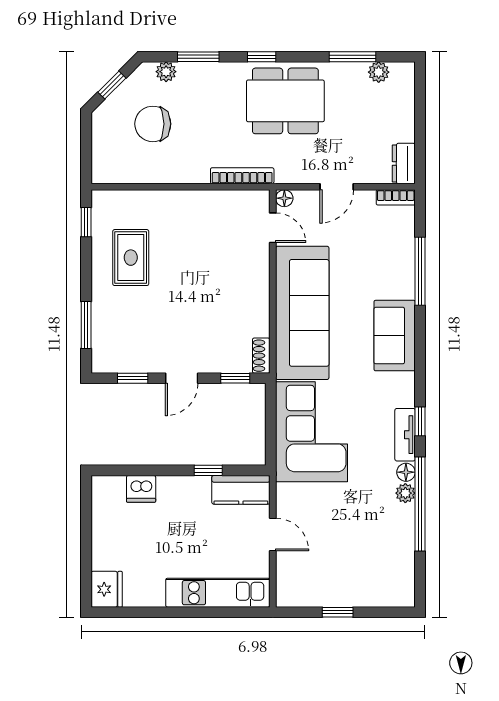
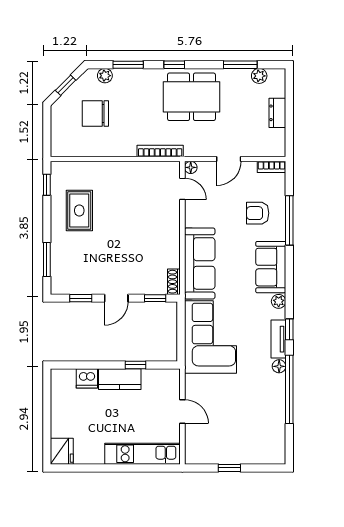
dresser: (404, 163) -> (277, 113), moved
armchair: (376, 261) -> (258, 213), added
sofa: (302, 313) -> (200, 263), width x0.74, depth x0.79
kitchen counter: (241, 490) -> (120, 379), moved
plant: (405, 493) -> (279, 301), moved

